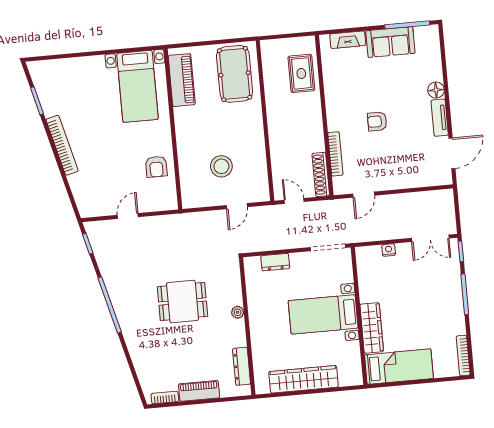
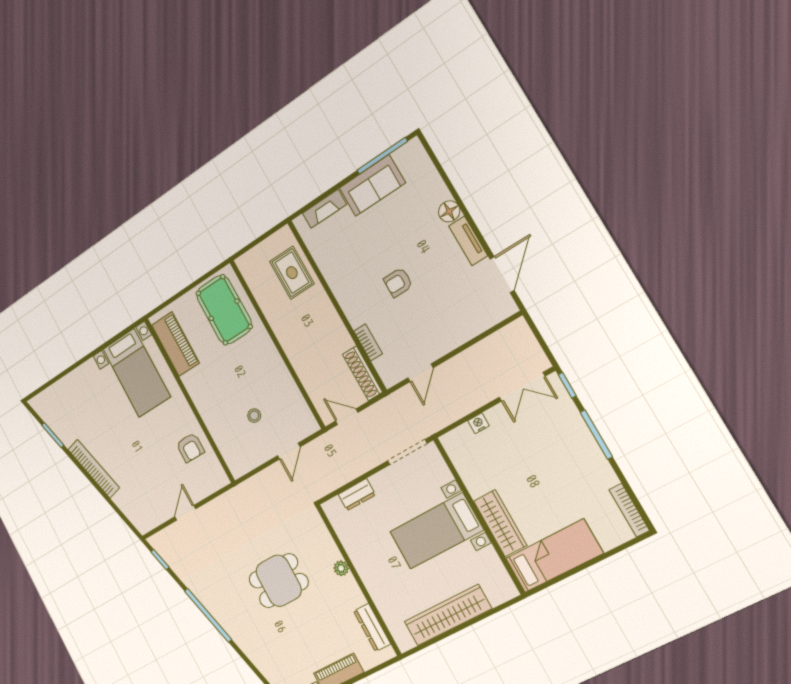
bookcase: (335, 154) -> (368, 342), width x0.64
stool: (221, 166) -> (254, 416), width x0.53, depth x0.53

